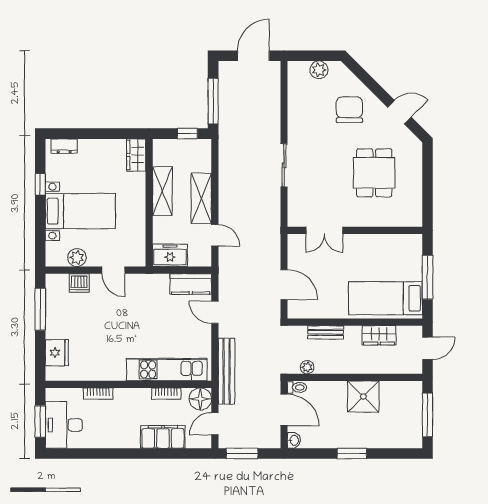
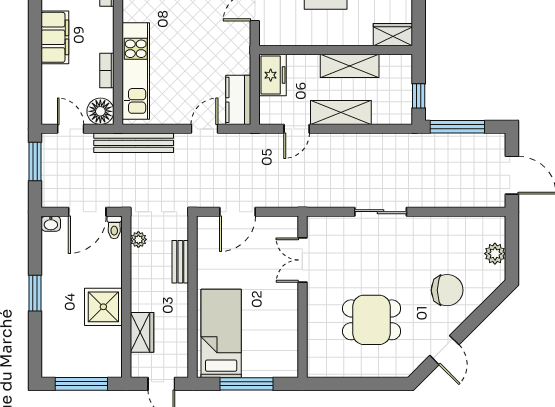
wardrobe: (379, 335) -> (142, 332), moved, turned 180
filing cabinet: (163, 437) -> (55, 37), moved

